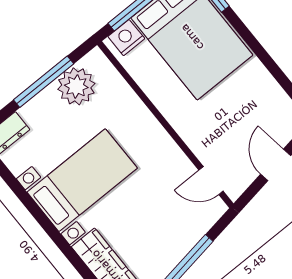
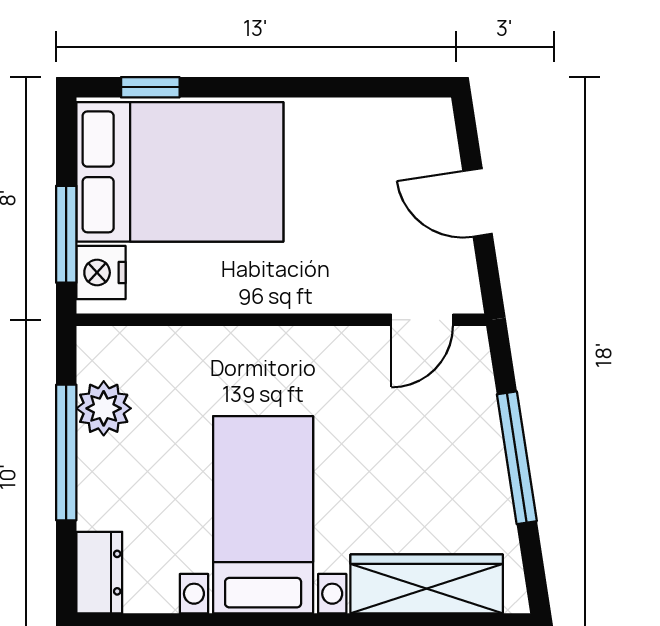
plant: (76, 86) -> (104, 408), width x0.73, depth x0.73

